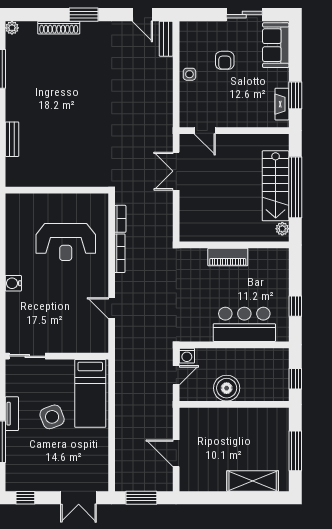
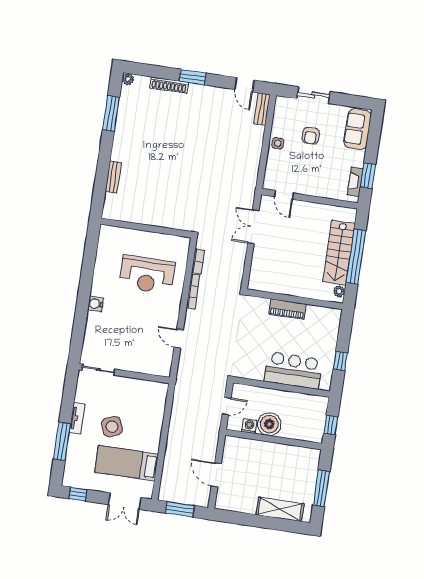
sliding door: (244, 15) -> (313, 95), moved
washing machine: (187, 356) -> (249, 426), moved, turned 180
bed: (90, 393) -> (127, 463), moved, turned 90

